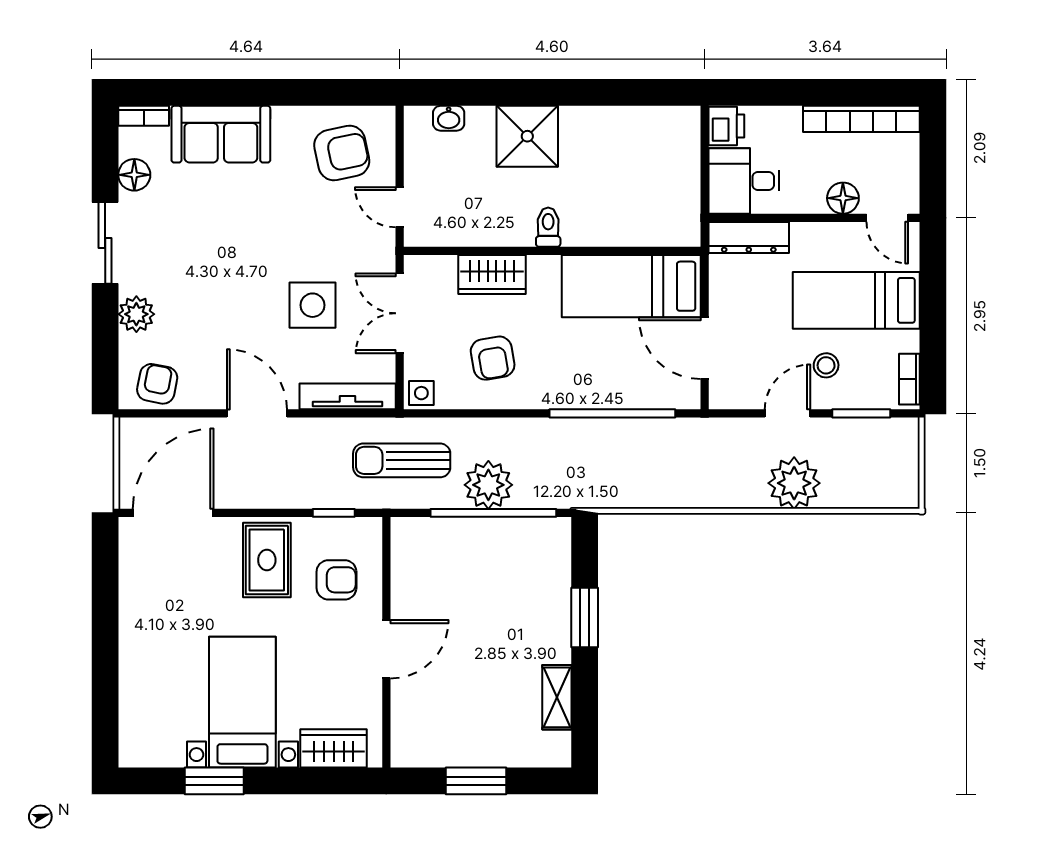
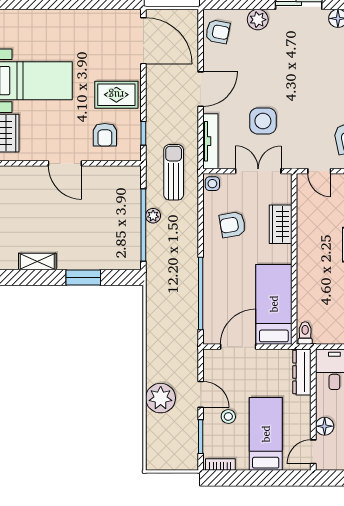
door: (400, 207) -> (319, 171), swing flipped
toilet: (548, 227) -> (305, 333), moved, turned -90
plant: (488, 485) -> (153, 216), width x0.53, depth x0.53

